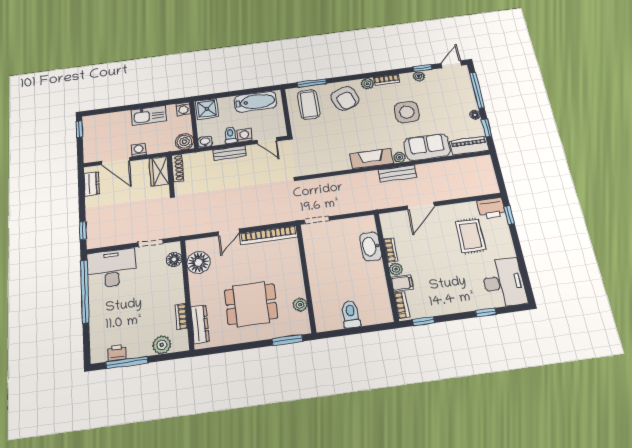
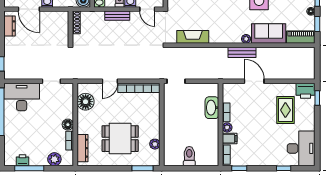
fireplace: (371, 159) -> (193, 37), moved
wardrobe: (159, 171) -> (62, 23), removed
door: (421, 206) -> (254, 81), swing flipped
floor lamp: (174, 260) -> (68, 125), moved

